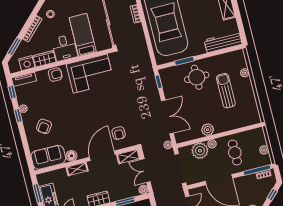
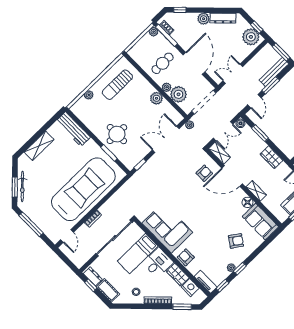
sun lounger: (226, 91) -> (117, 85), moved
plant: (264, 150) -> (153, 32), moved

